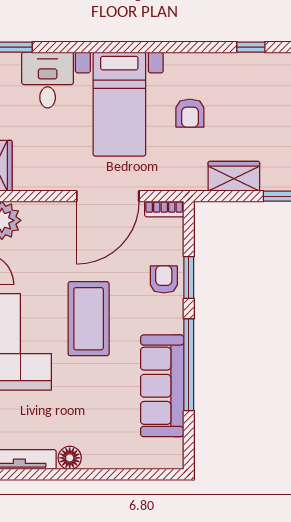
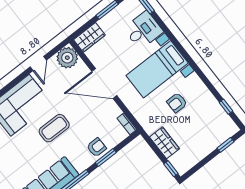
door: (108, 196) -> (104, 84), moved
coffee table: (89, 319) -> (54, 128), width x0.73, depth x0.76

